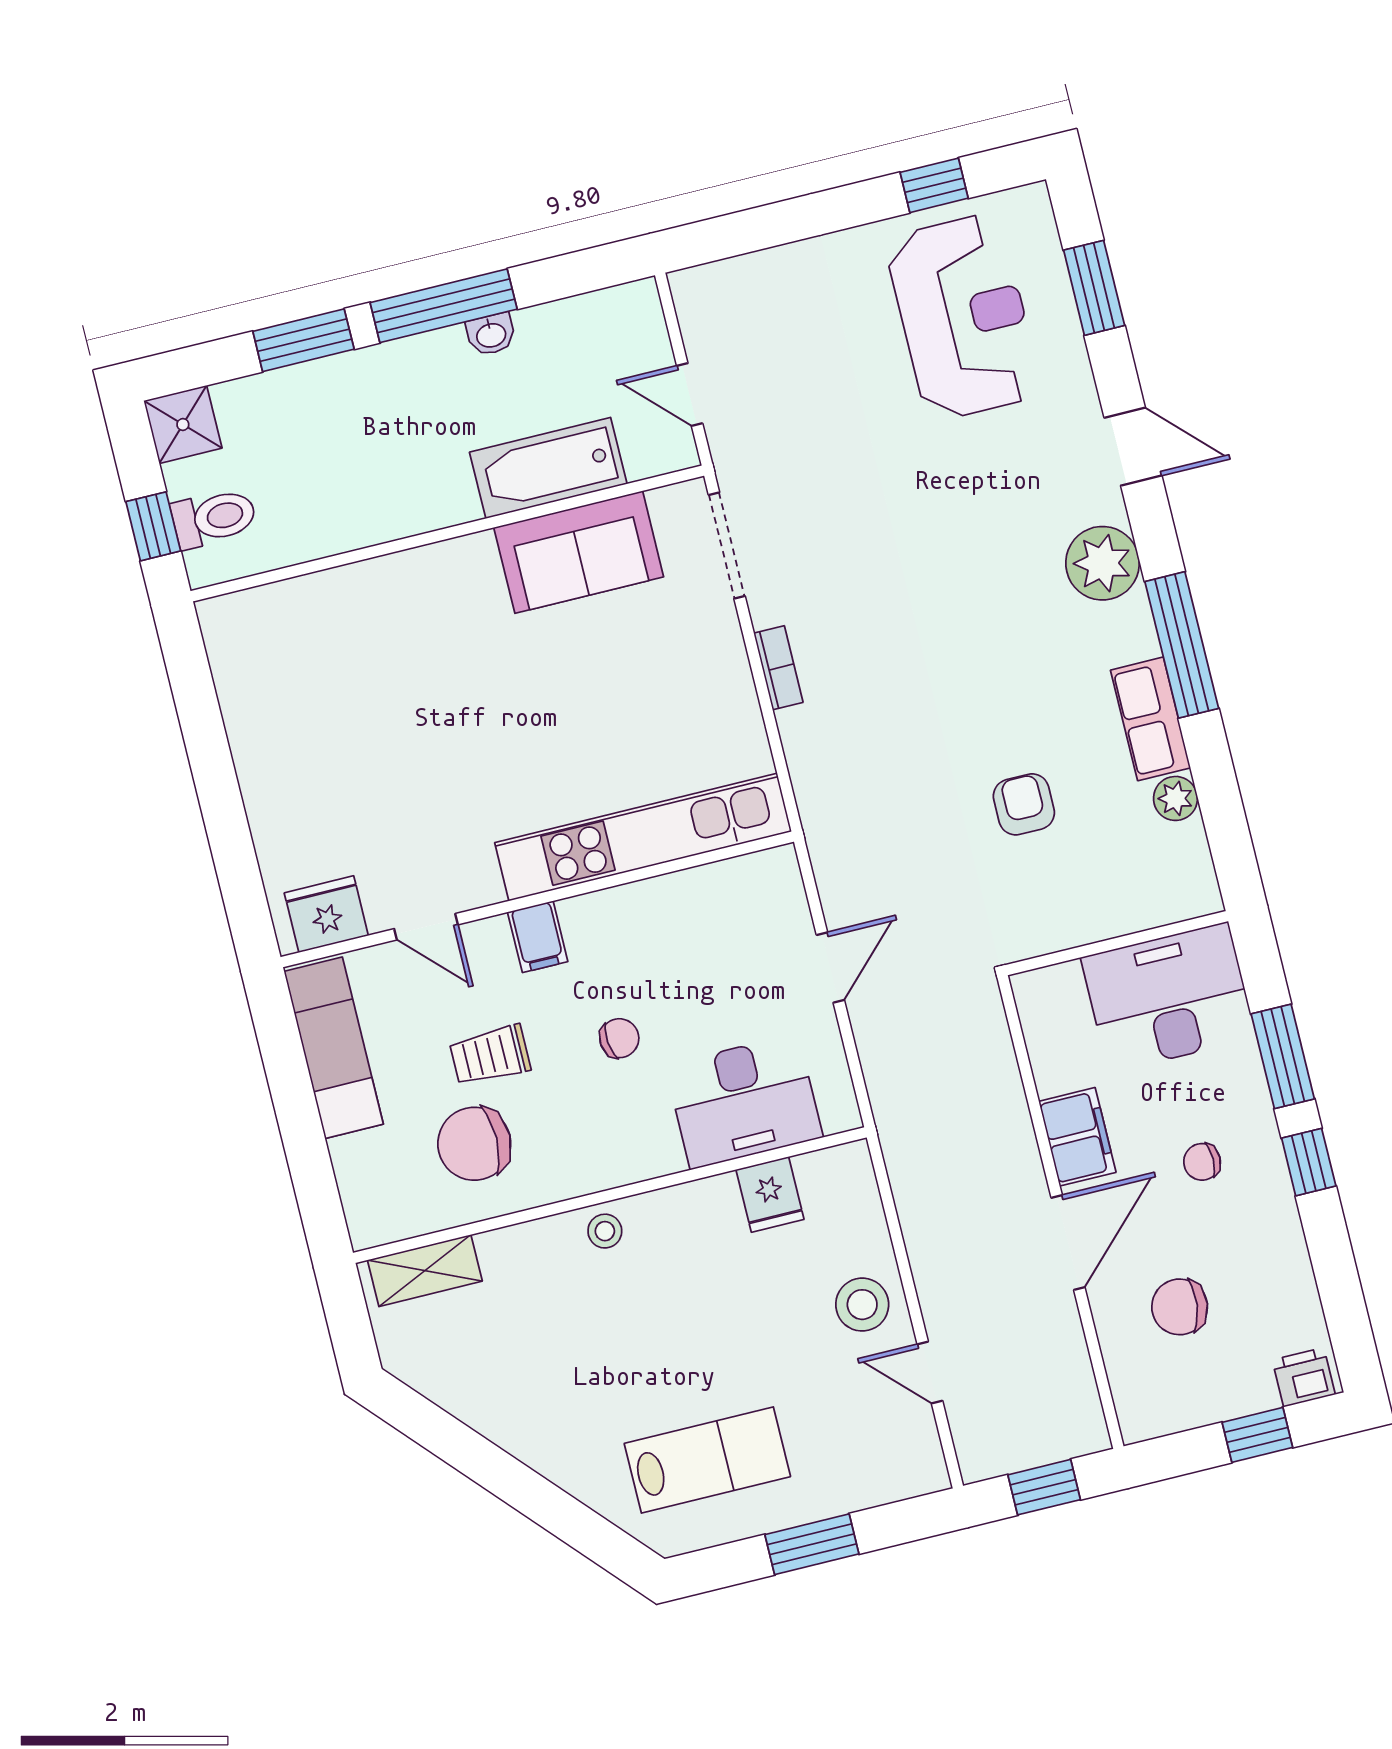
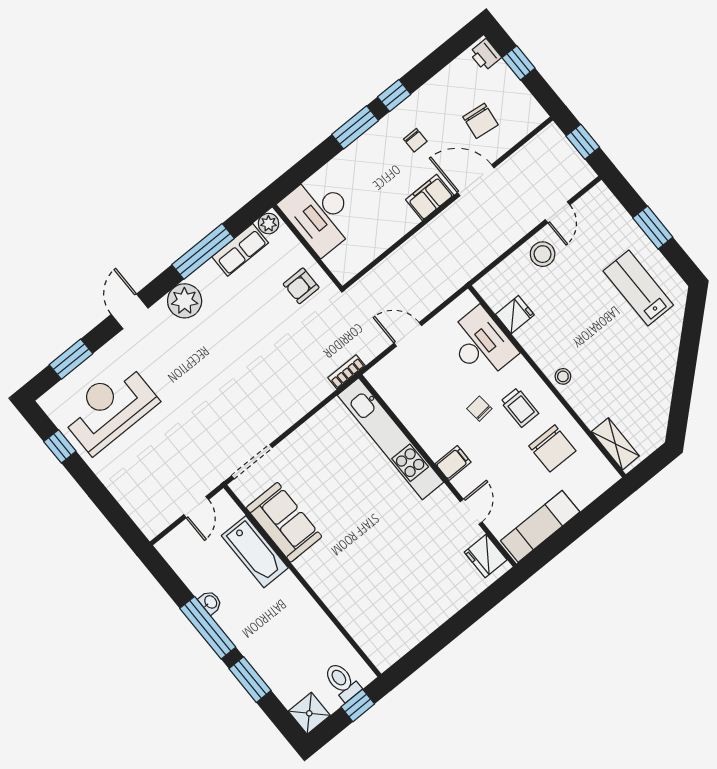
bookcase: (778, 668) -> (347, 372), moved
wall: (1117, 943) -> (307, 247), moved
desk: (1168, 997) -> (320, 214), moved
trolley: (490, 1055) -> (520, 407), moved

